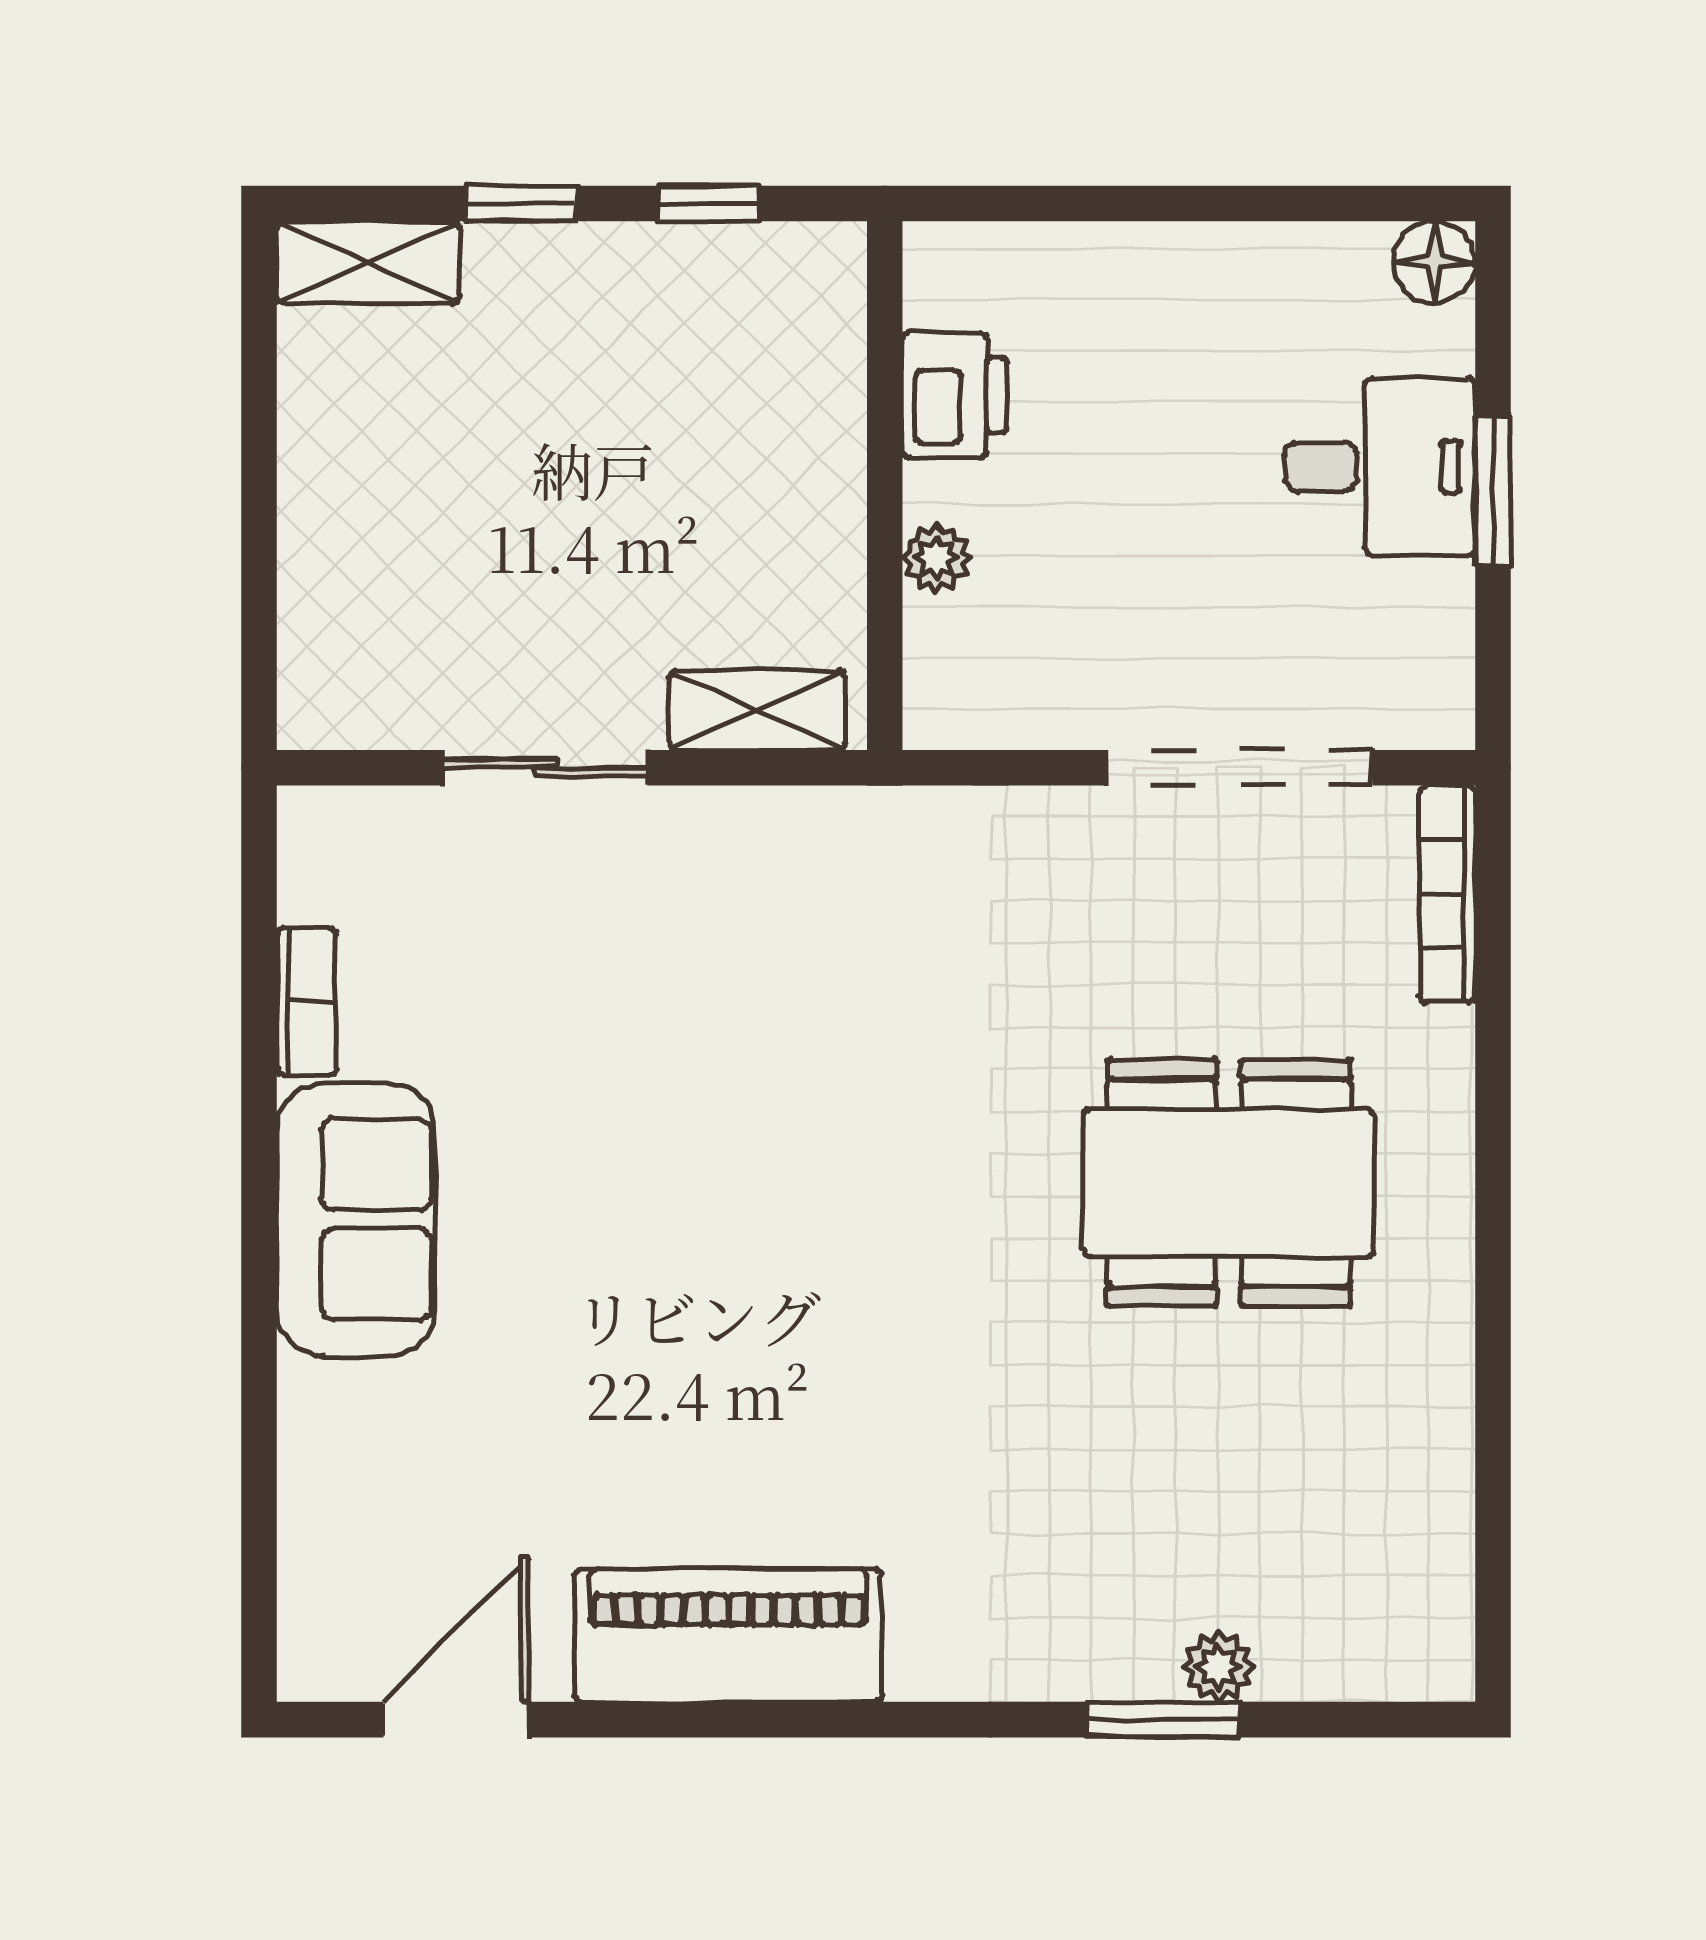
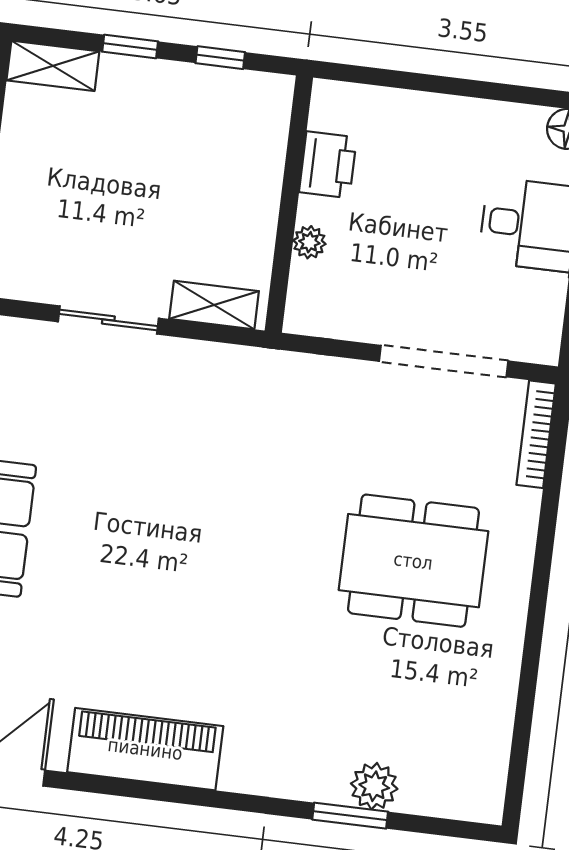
plant: (1218, 1667) -> (374, 786), width x1.38, depth x1.38

